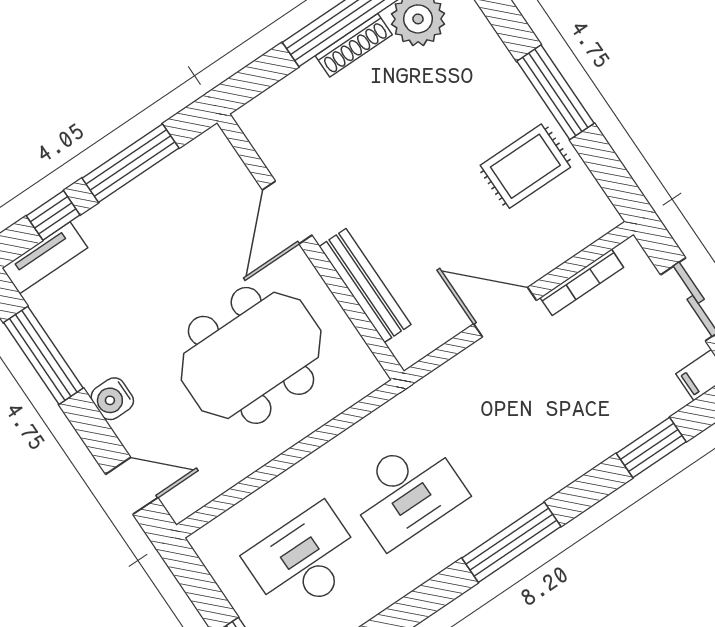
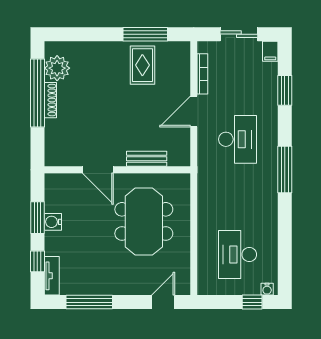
window: (555, 92) -> (145, 34), moved
window: (130, 163) -> (37, 218), width x0.69
bench: (365, 285) -> (147, 159), width x0.73
water cooler: (112, 399) -> (53, 222), moved, turned 90
desk: (406, 492) -> (238, 139), moved

